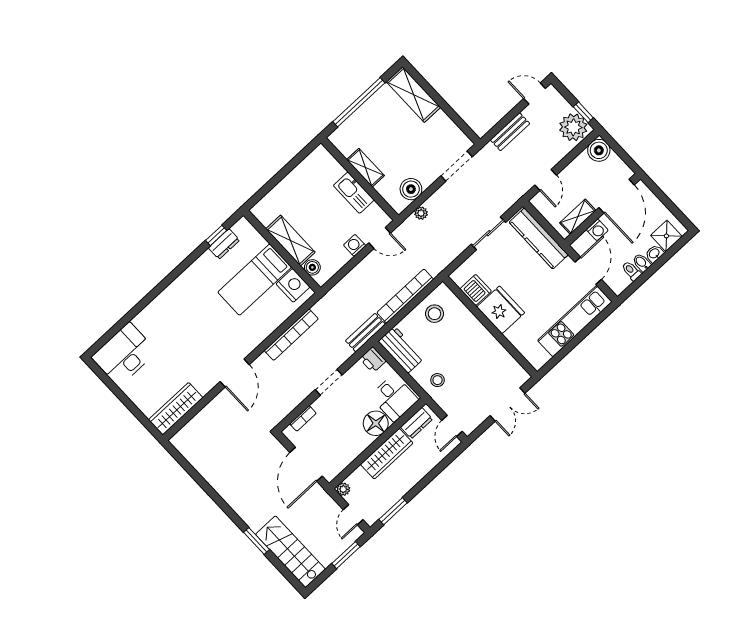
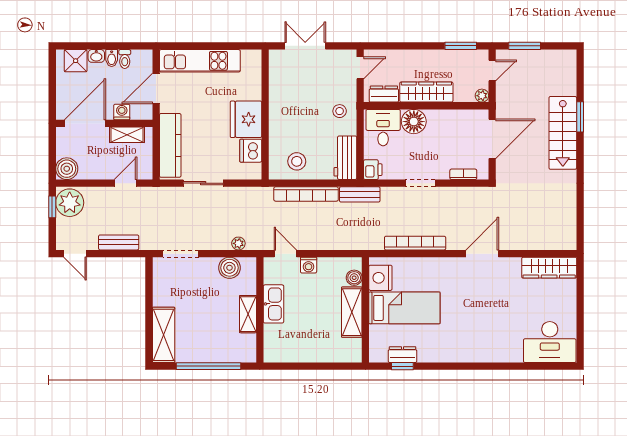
stairs: (290, 552) -> (563, 133), moved

